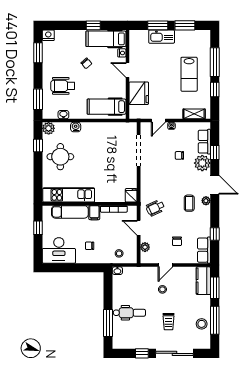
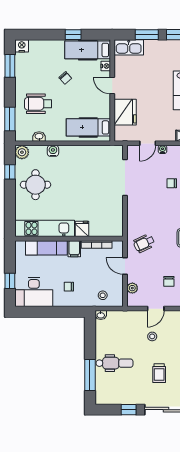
kitchen sink: (162, 37) -> (129, 47), moved
fridge: (131, 195) -> (82, 229), moved
window: (38, 228) -> (10, 281), moved

